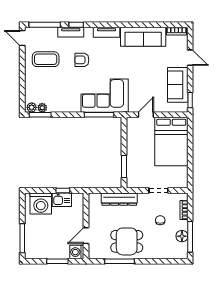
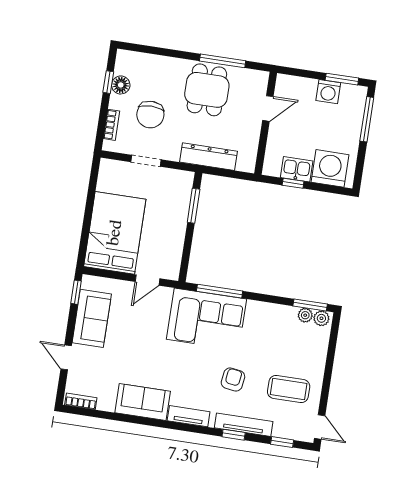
window: (45, 25) -> (282, 442), width x0.46
tv unit: (71, 32) -> (244, 425), width x1.41
sofa: (143, 37) -> (143, 402), width x0.73
armchair: (82, 60) -> (233, 380), turned -82
chair: (160, 220) -> (150, 115), width x1.87, depth x1.87
window: (190, 237) -> (108, 82), width x0.46
dining table: (127, 241) -> (207, 90), turned 90
washing machine: (77, 252) -> (328, 92), moved, turned 90
window: (57, 261) -> (342, 79), moved

